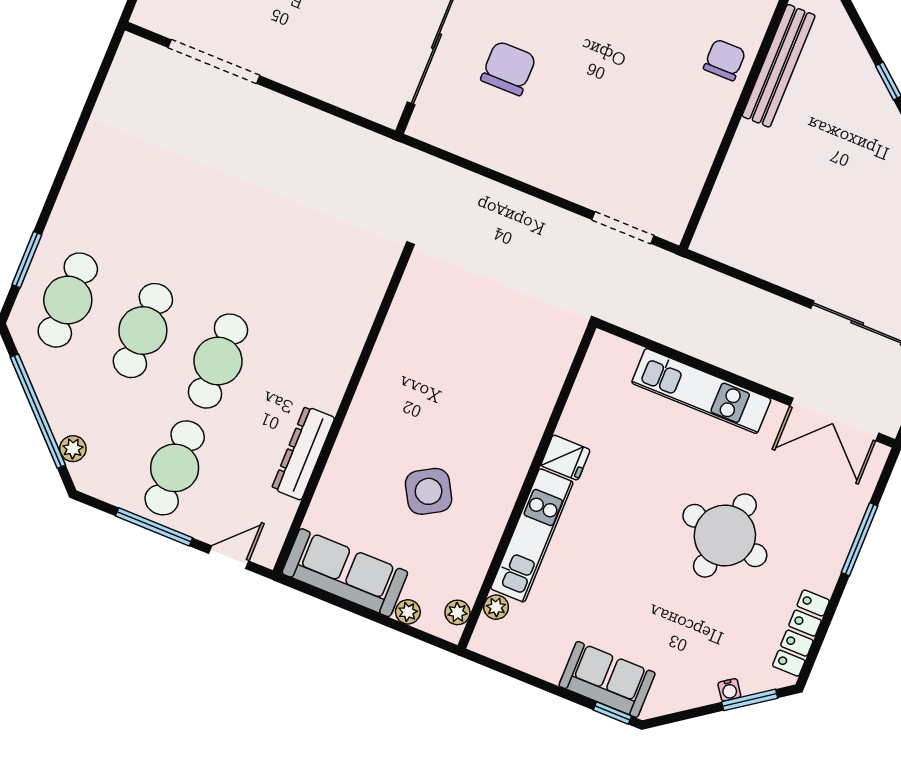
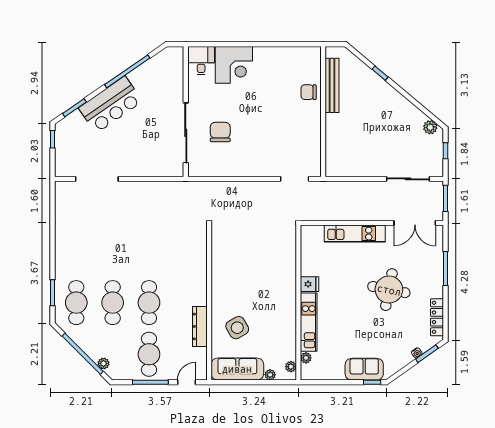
chair: (725, 60) -> (309, 92), turned -90
side table: (429, 491) -> (237, 328), moved

